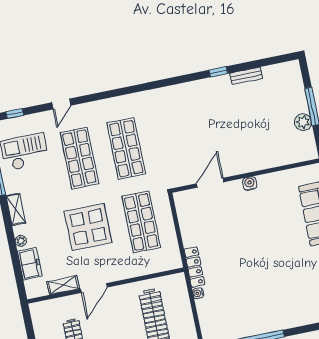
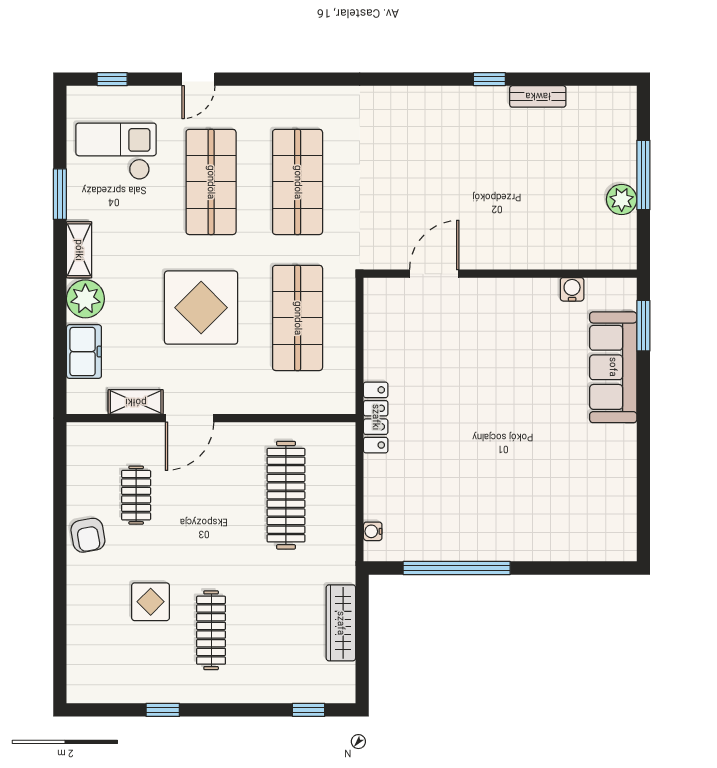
water cooler: (250, 184) -> (572, 289), moved
plant: (21, 241) -> (85, 299), width x1.88, depth x1.88
water cooler: (198, 293) -> (373, 531), moved

